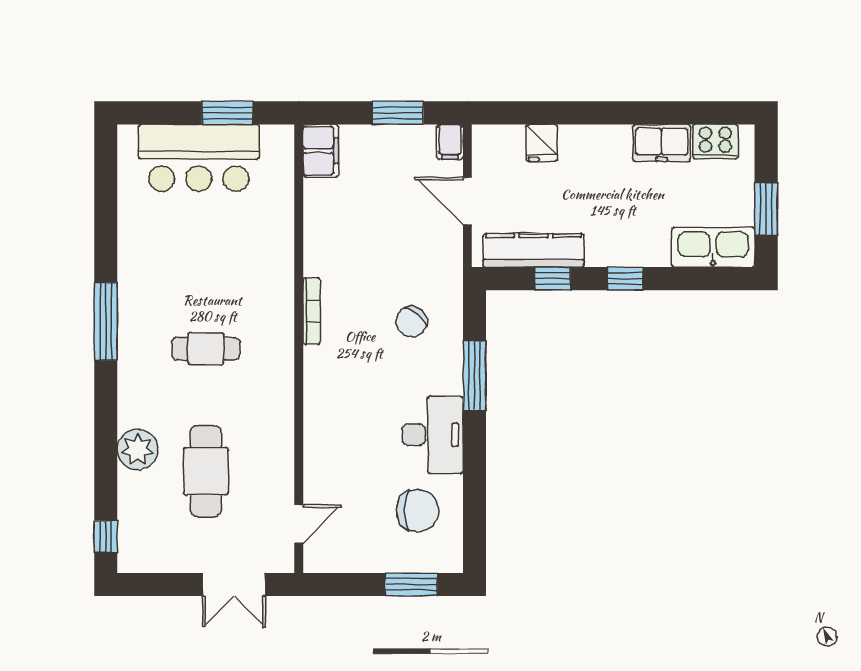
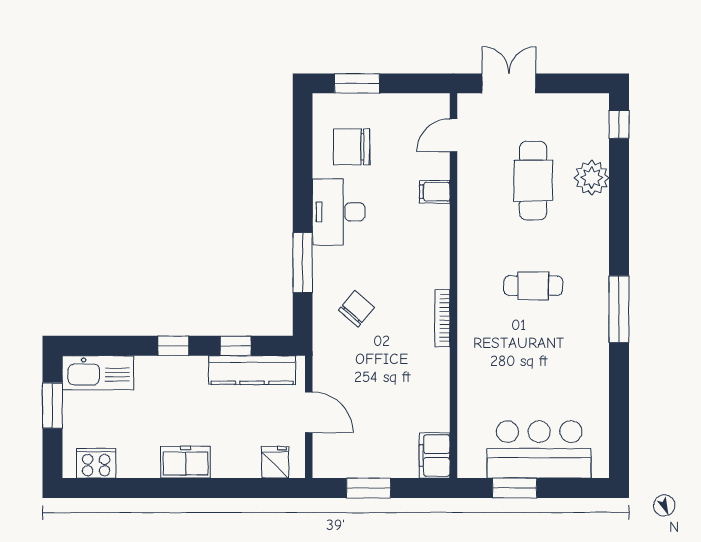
filing cabinet: (450, 142) -> (435, 192), moved, turned -90
fridge: (542, 143) -> (275, 462), moved
freezer: (662, 143) -> (186, 462), moved
plant: (138, 449) -> (592, 178), moved

